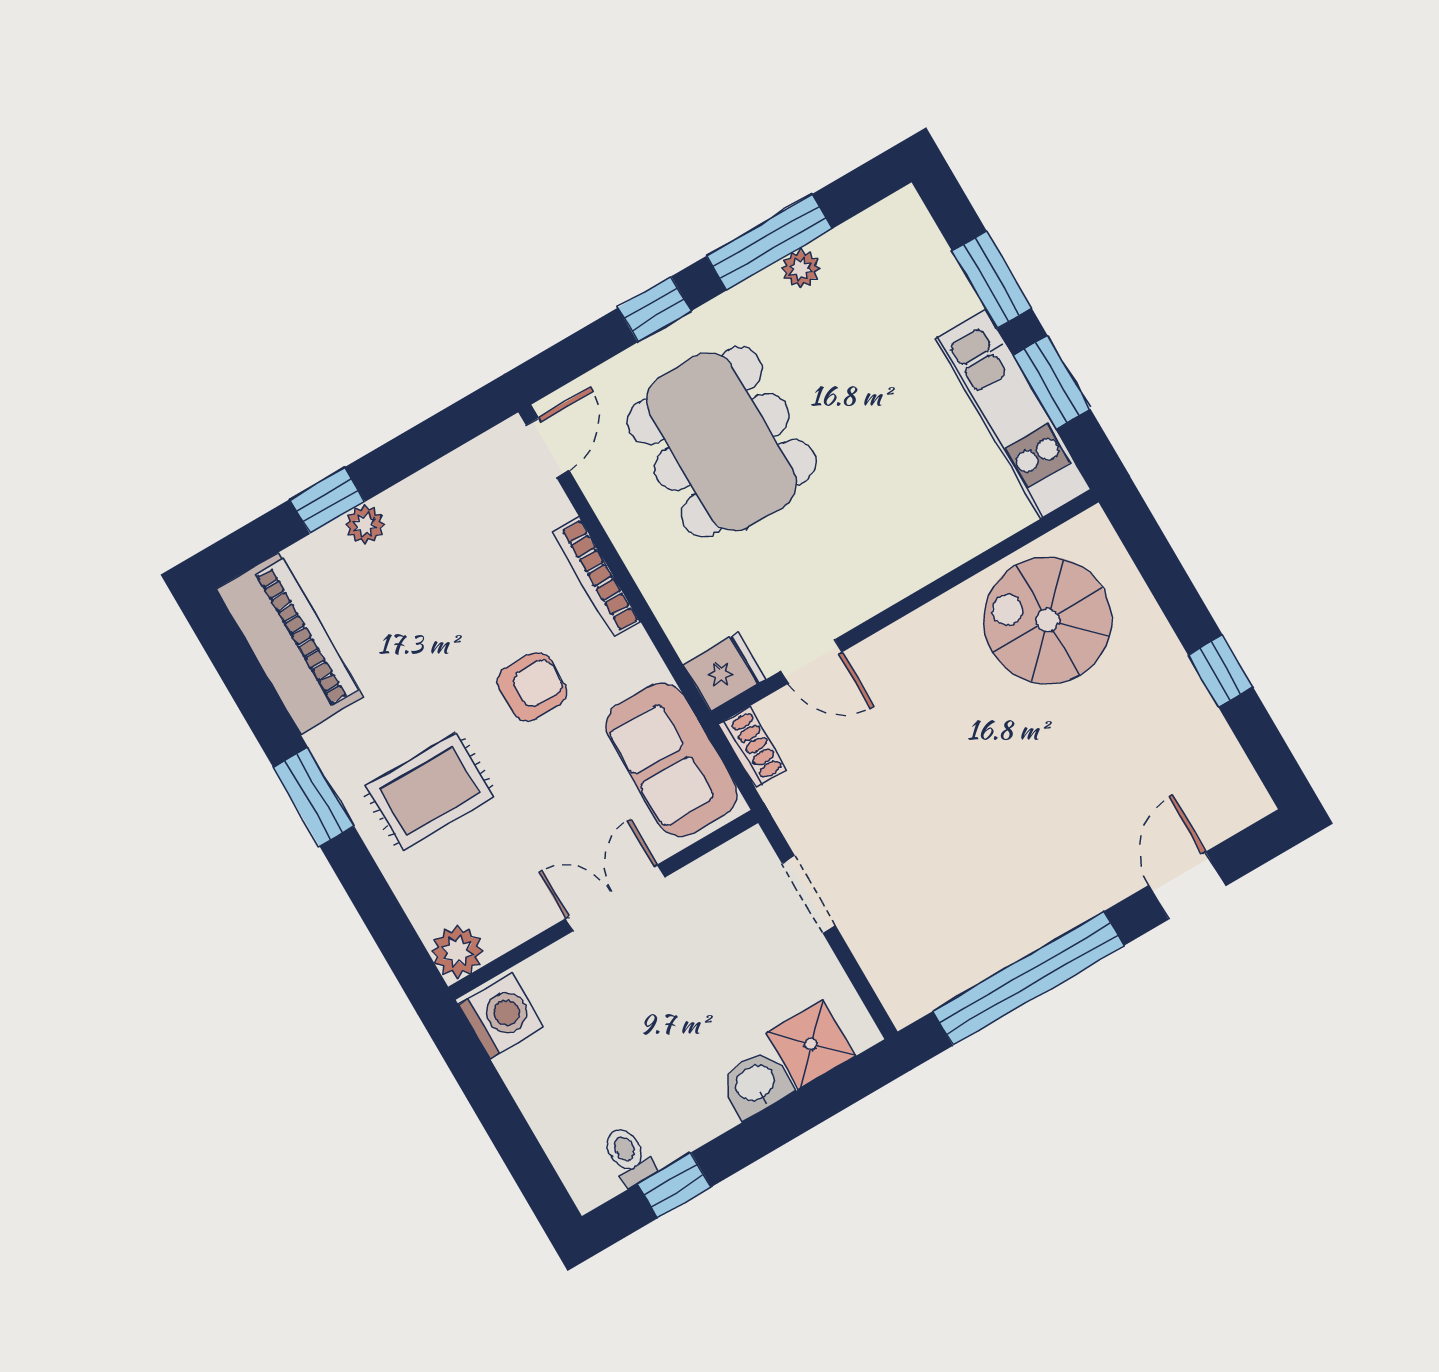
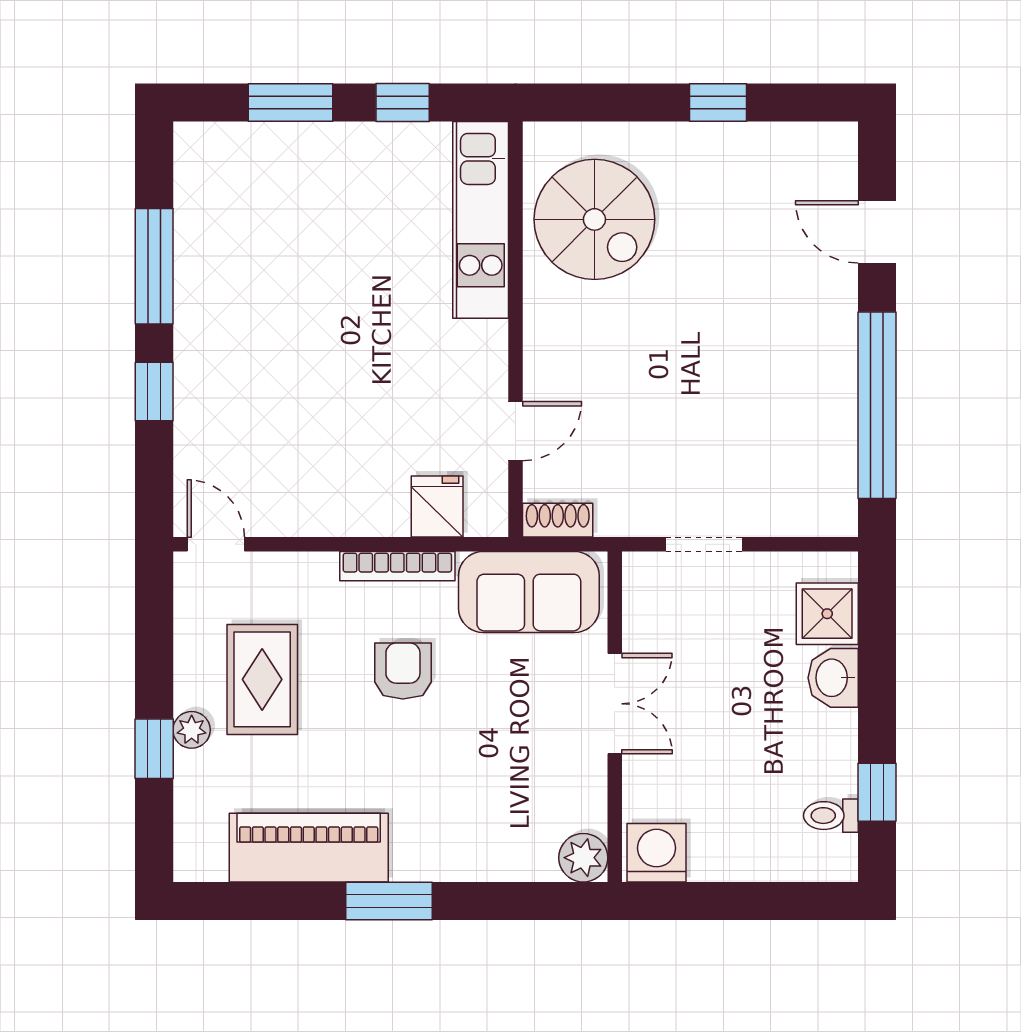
plant: (801, 269) -> (191, 253), removed
window: (1052, 382) -> (403, 103), width x0.67
kitchen unit: (1013, 414) -> (481, 220), moved, turned 90
dining table: (722, 442) -> (294, 400), removed
bookcase: (597, 577) -> (397, 566), moved
spiral stairs: (1047, 620) -> (594, 219), turned -90
piano: (290, 643) -> (309, 848), moved
fridge: (725, 672) -> (437, 507), moved
rug: (429, 791) -> (262, 679), moved
double door: (615, 898) -> (615, 704), swing flipped

